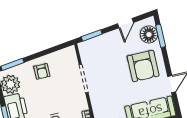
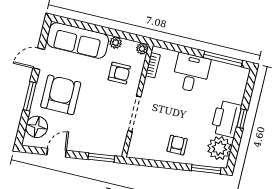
window: (161, 36) -> (30, 96), moved
armchair: (109, 102) -> (119, 73), added

